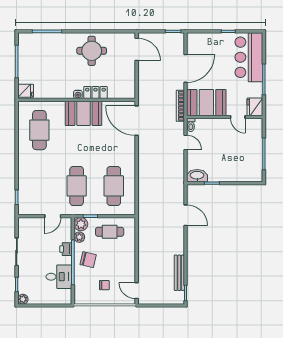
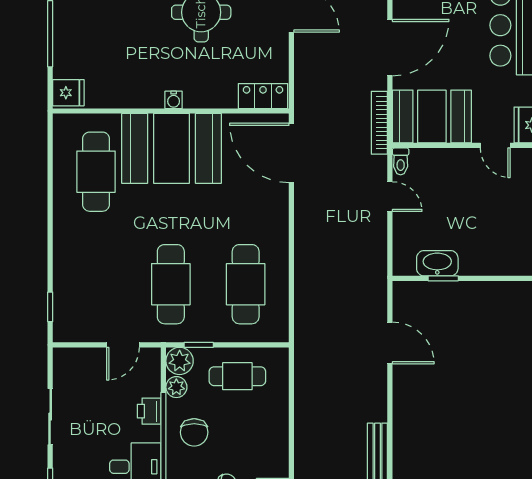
locker: (95, 92) -> (263, 96), moved
booth: (83, 113) -> (172, 148), width x1.36, depth x1.42
washbasin: (197, 176) -> (437, 263), moved
chair: (88, 260) -> (194, 432), turned 77

